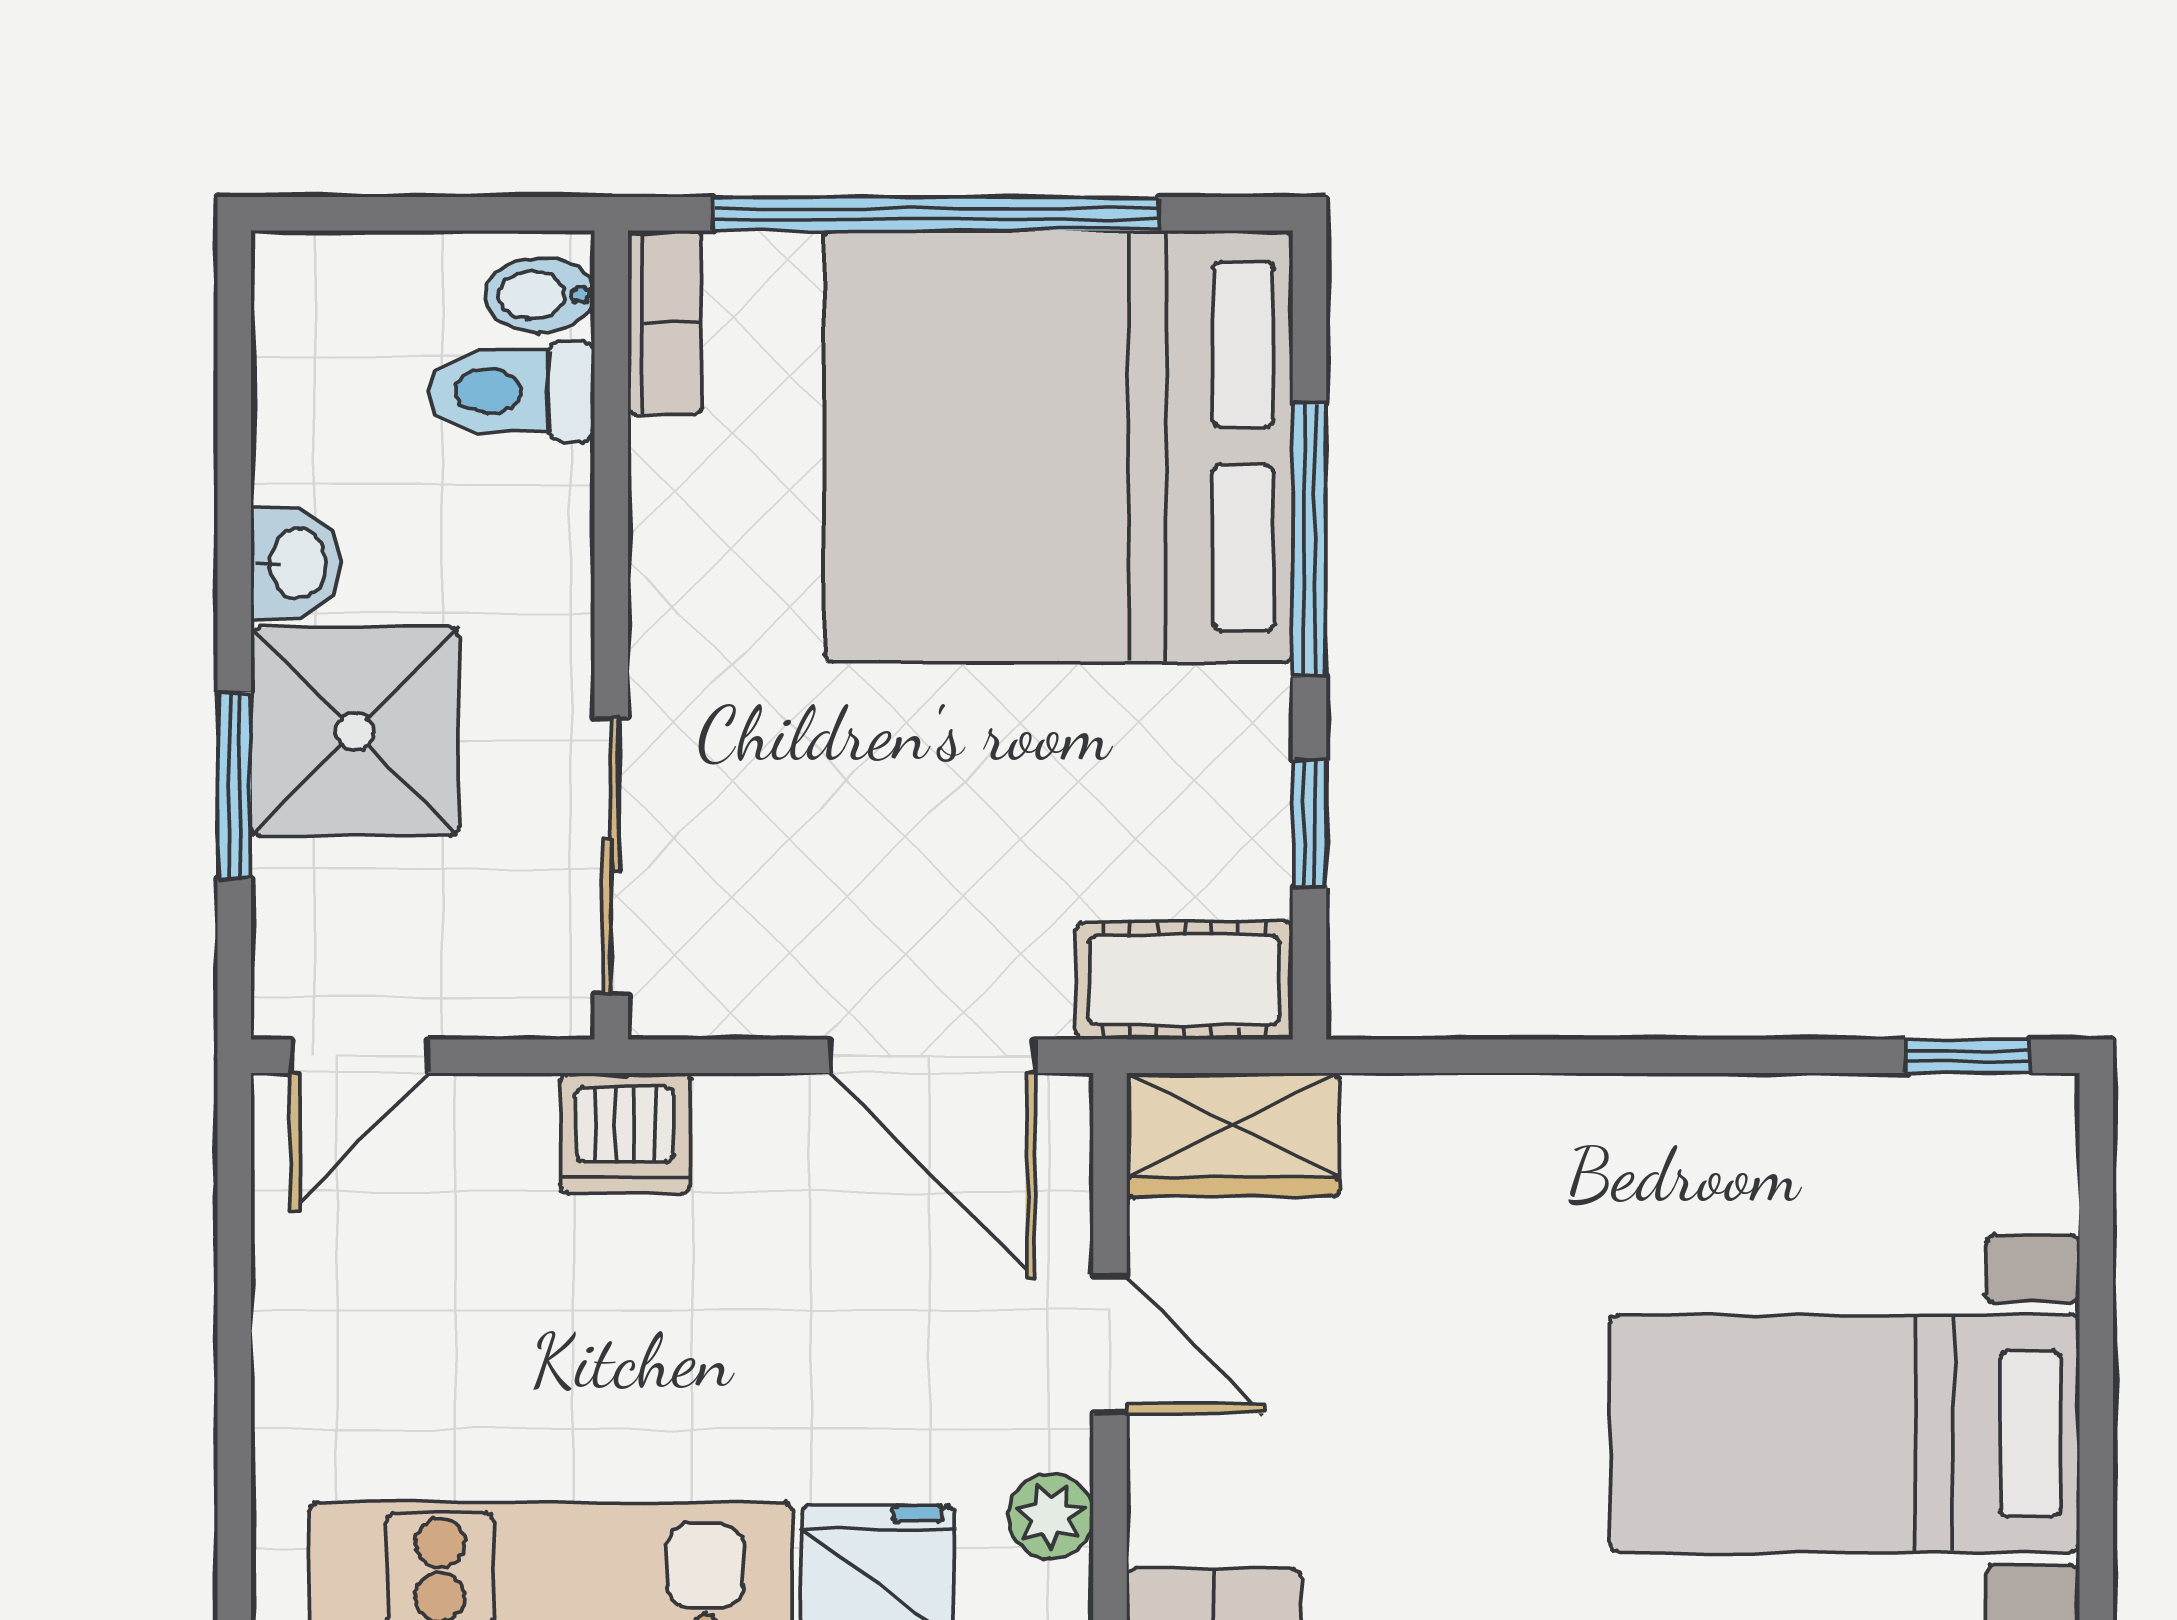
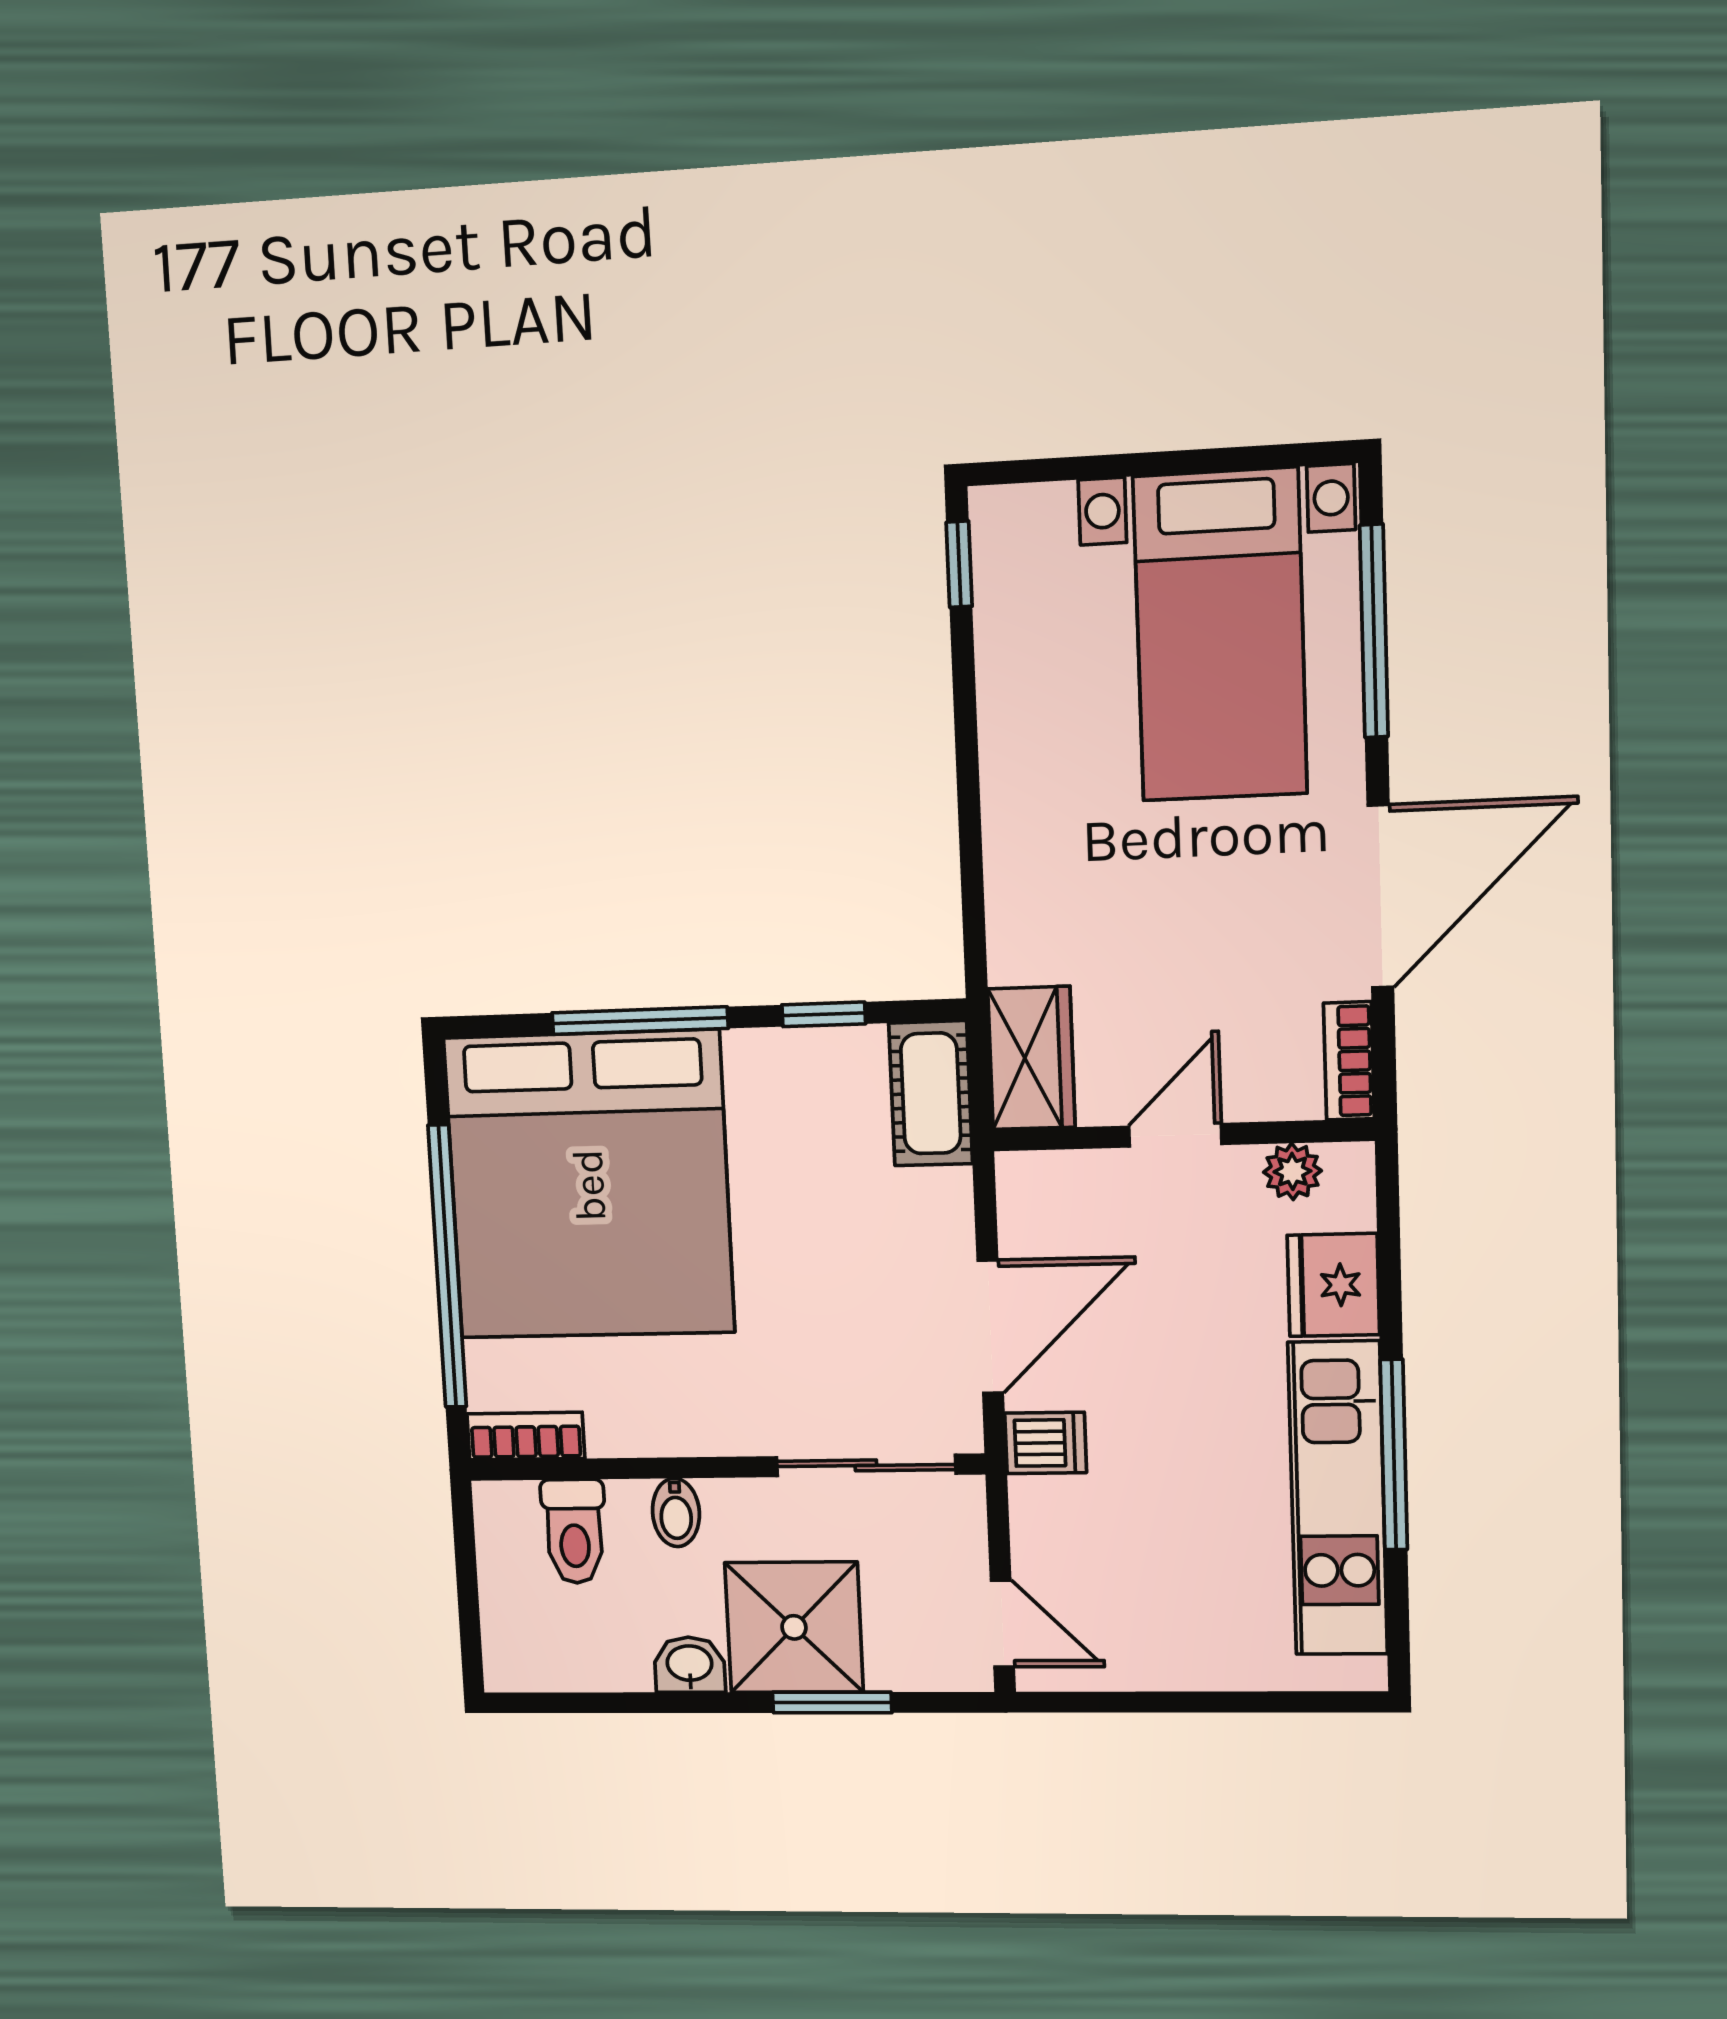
bidet: (540, 295) -> (676, 1512), moved
door: (933, 1056) -> (990, 1327), moved
dishwasher: (625, 1133) -> (1046, 1443), width x0.73

